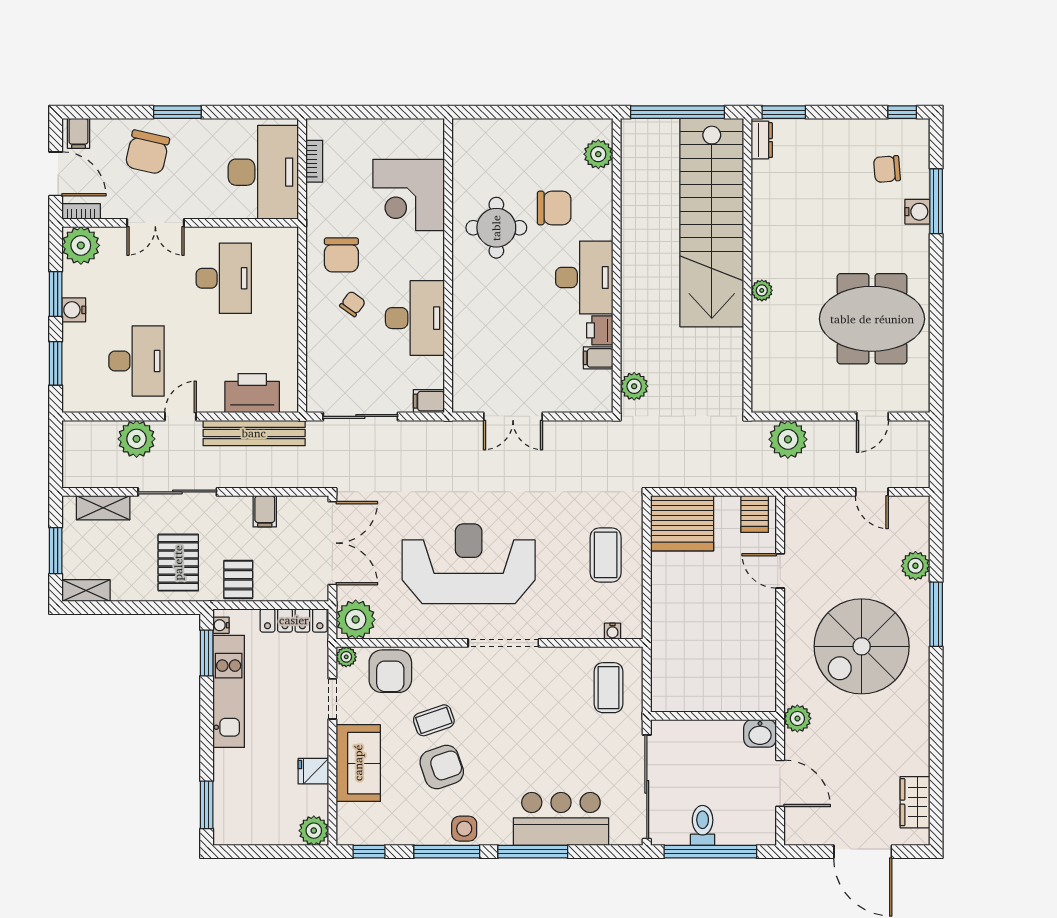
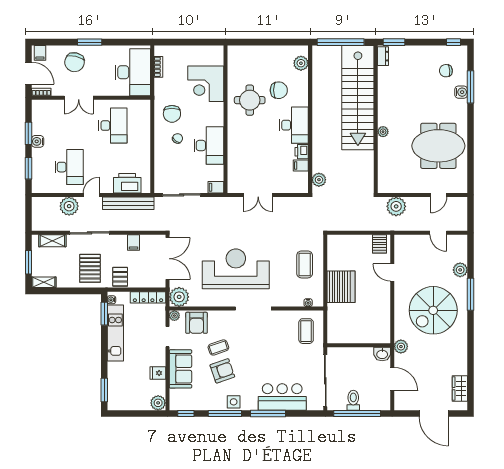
plant: (81, 245) -> (41, 109), removed
server rack: (682, 523) -> (341, 287), moved, turned -90

